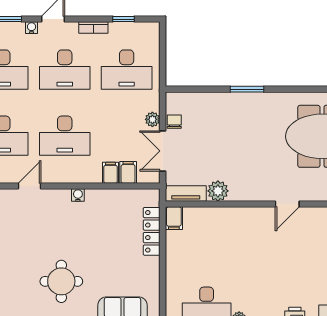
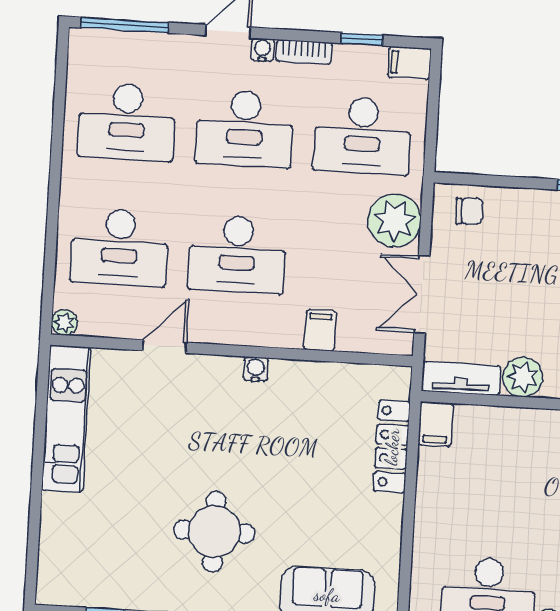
water cooler: (32, 28) -> (263, 50), moved
plant: (152, 119) -> (394, 220), width x1.87, depth x1.87
chair: (174, 122) -> (469, 211), moved, turned 88
filing cabinet: (128, 172) -> (409, 63), moved, turned -90

